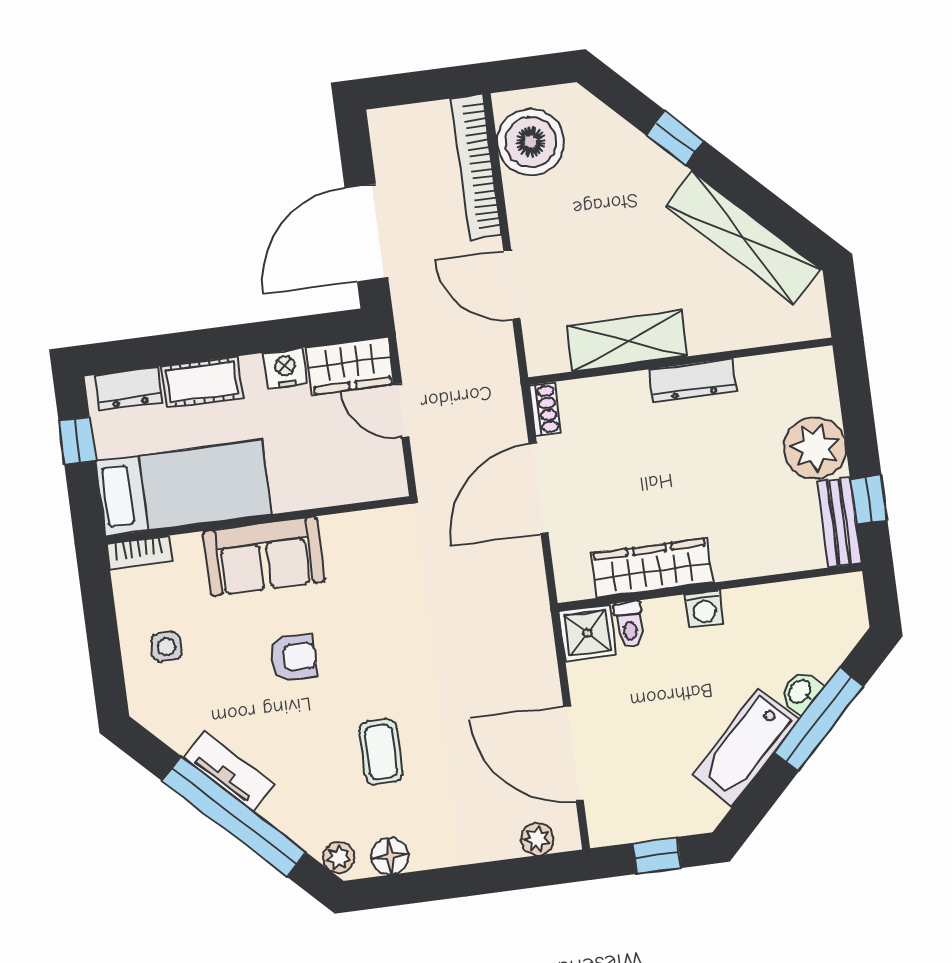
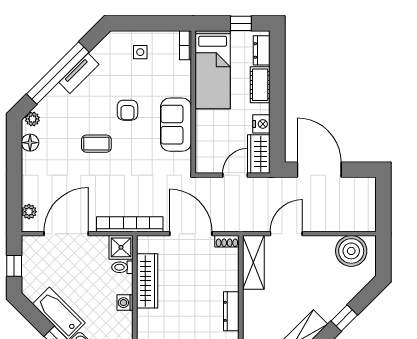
bookcase: (476, 167) -> (130, 224), moved
shelving: (627, 341) -> (253, 262), moved
sofa: (264, 556) -> (176, 125), moved
coffee table: (381, 752) -> (96, 144), moved

